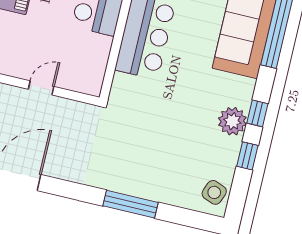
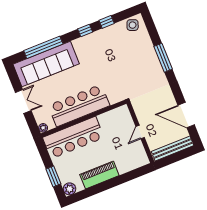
door: (41, 88) -> (140, 132), hinge flipped
plant: (232, 121) -> (96, 39), removed

